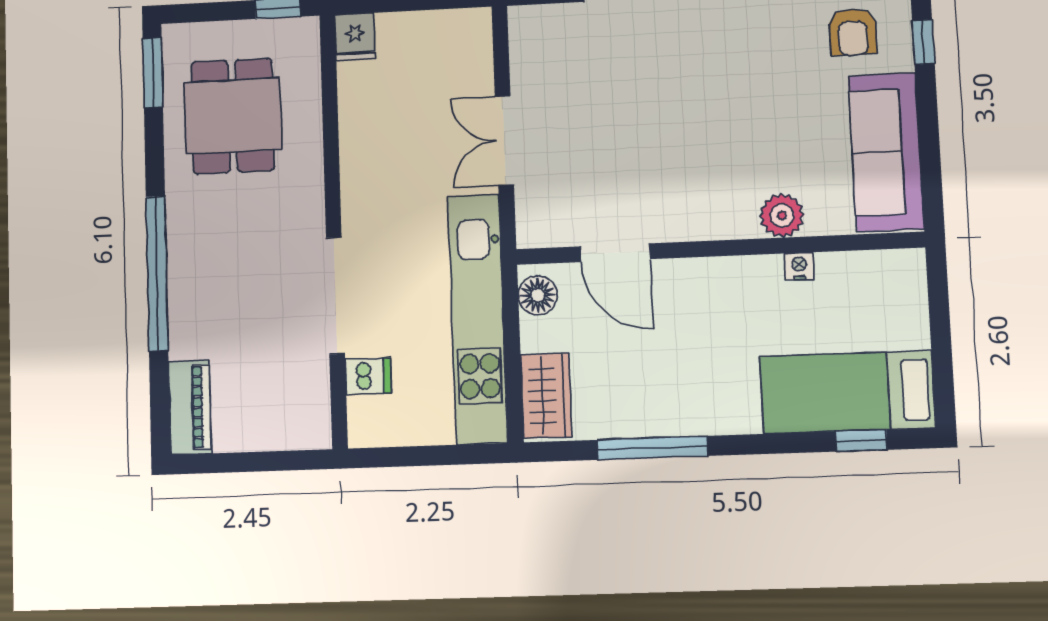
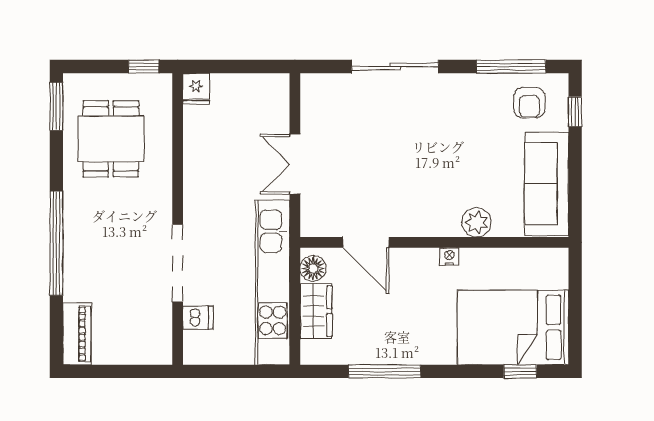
nightstand: (799, 266) -> (449, 256), moved
bed: (847, 392) -> (513, 327), width x1.50
wardrobe: (546, 396) -> (316, 311), moved

